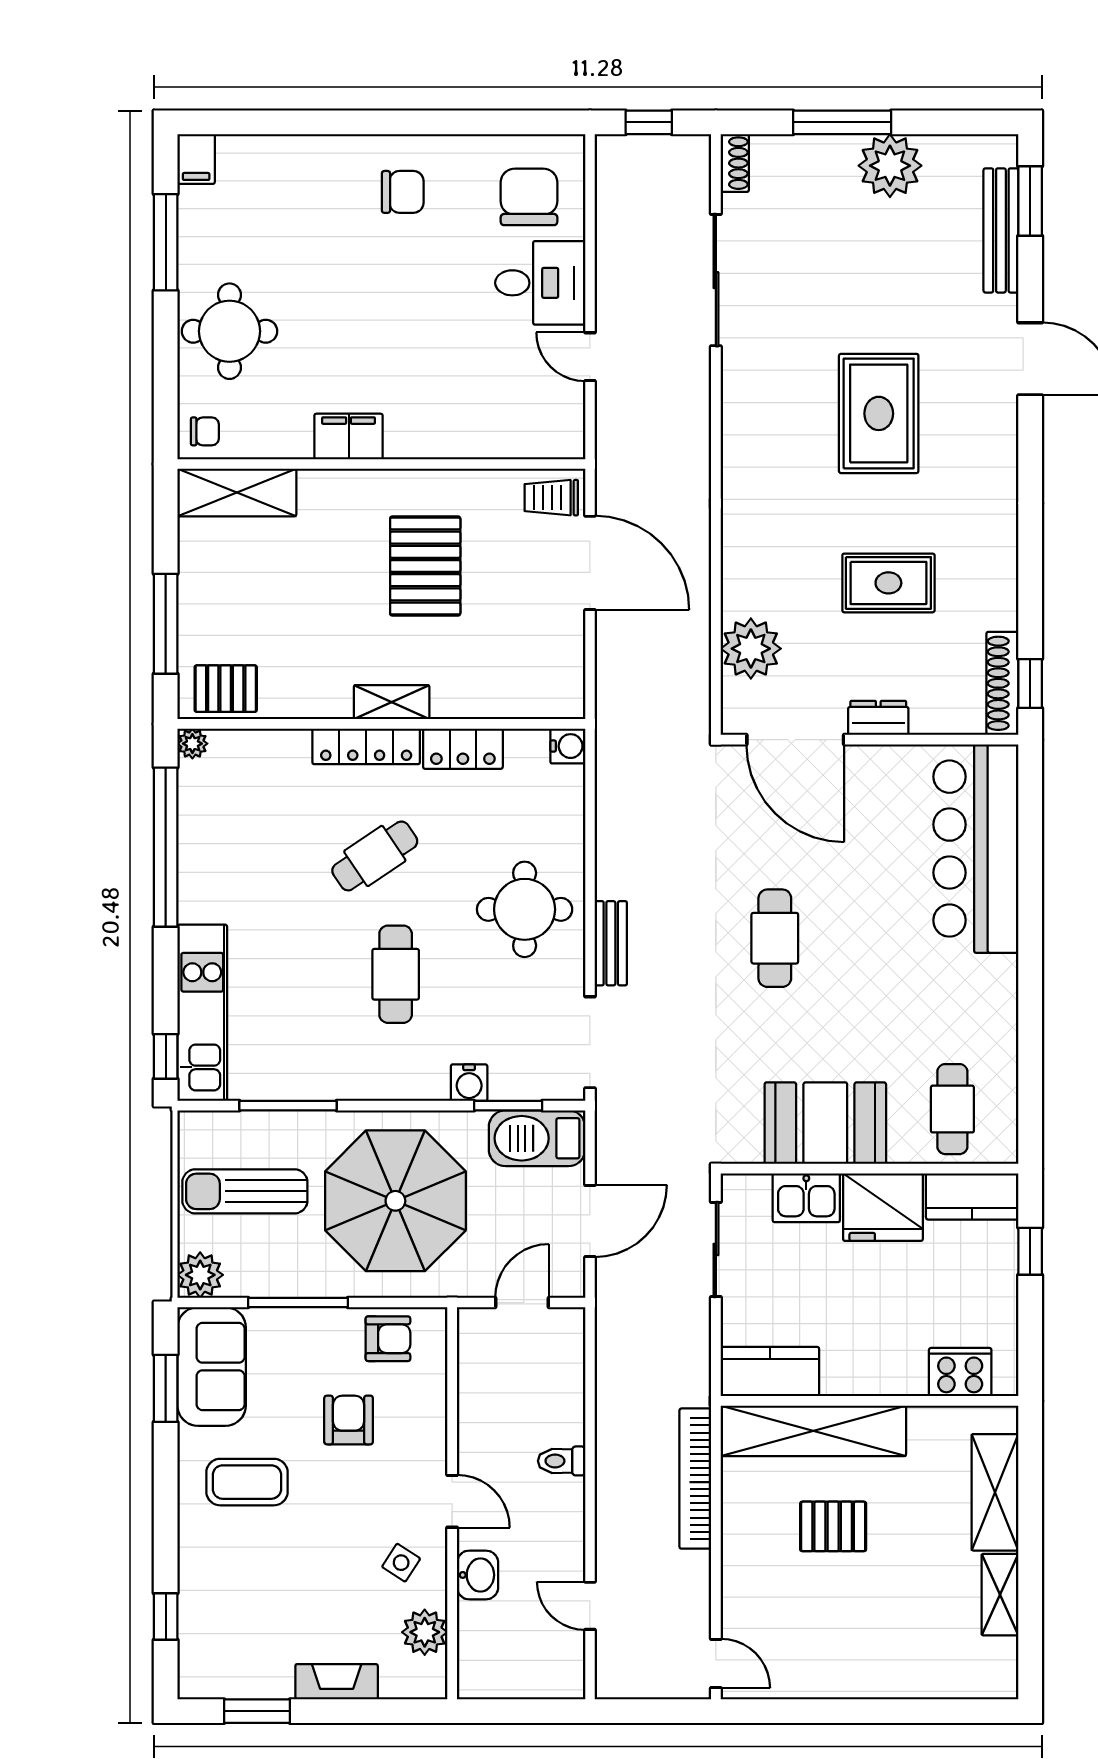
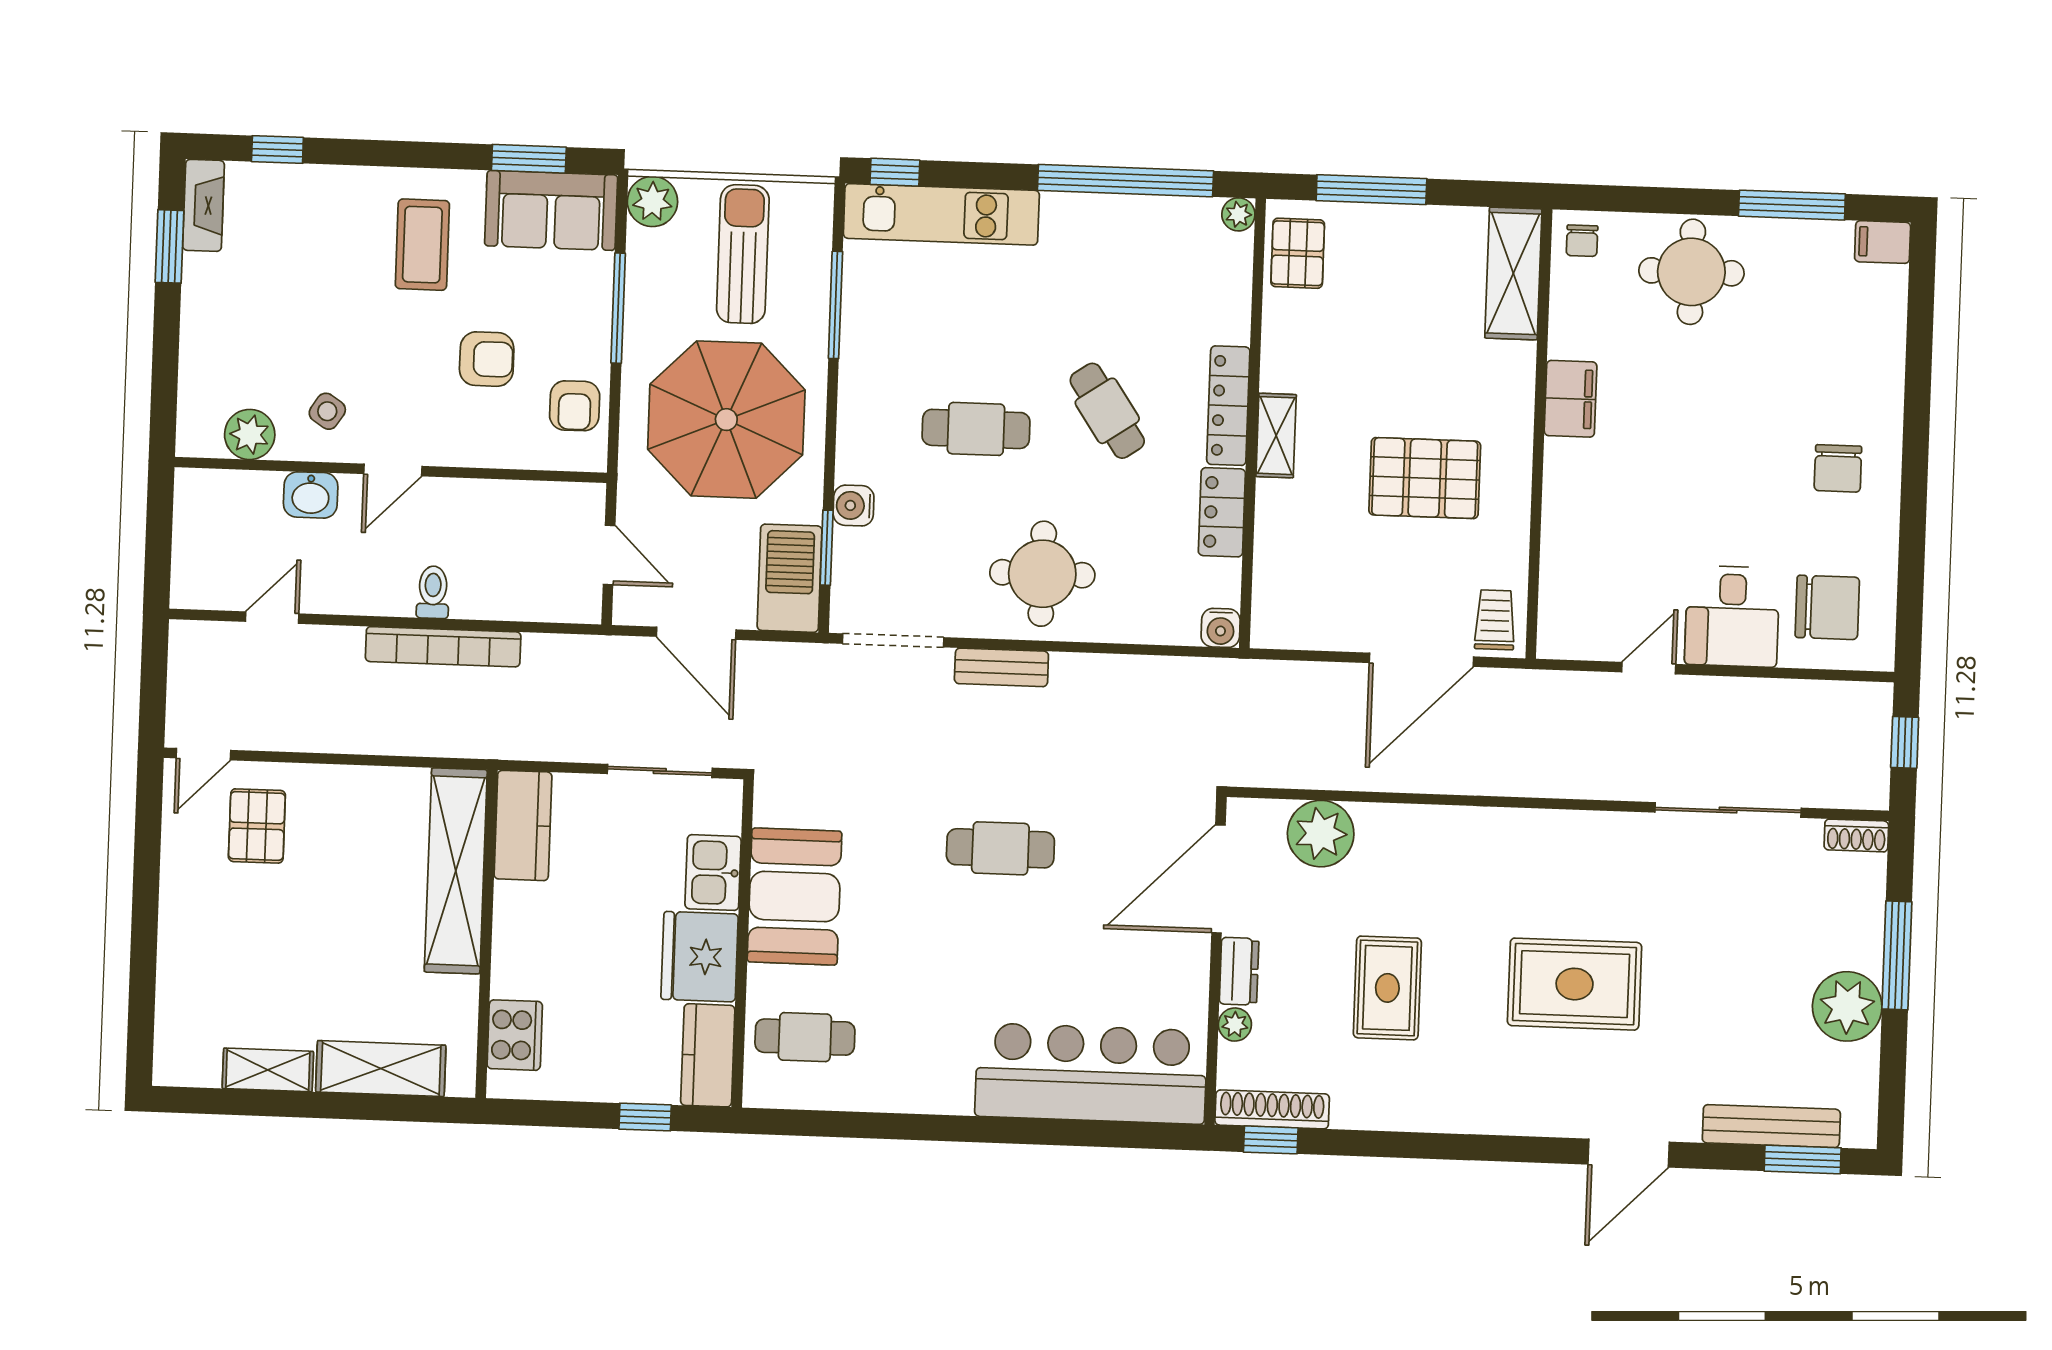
plant: (927, 720) -> (1235, 1025), added
bookcase: (695, 1479) -> (443, 647), moved, turned 180
pallet: (833, 1526) -> (257, 826), moved
fireplace: (337, 1682) -> (203, 205), moved

